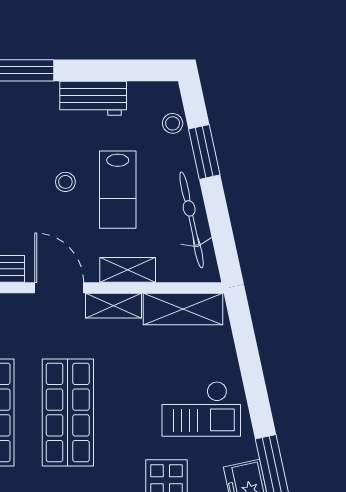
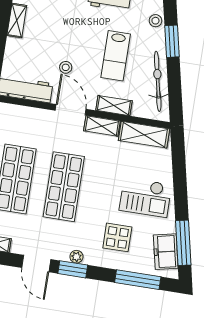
stool: (65, 182) -> (66, 67), moved

